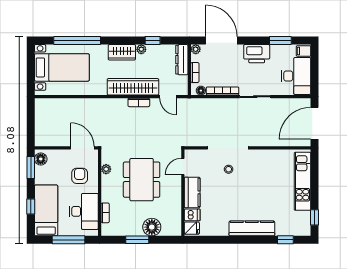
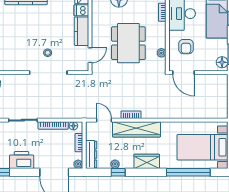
plant: (141, 49) -> (115, 164), moved

